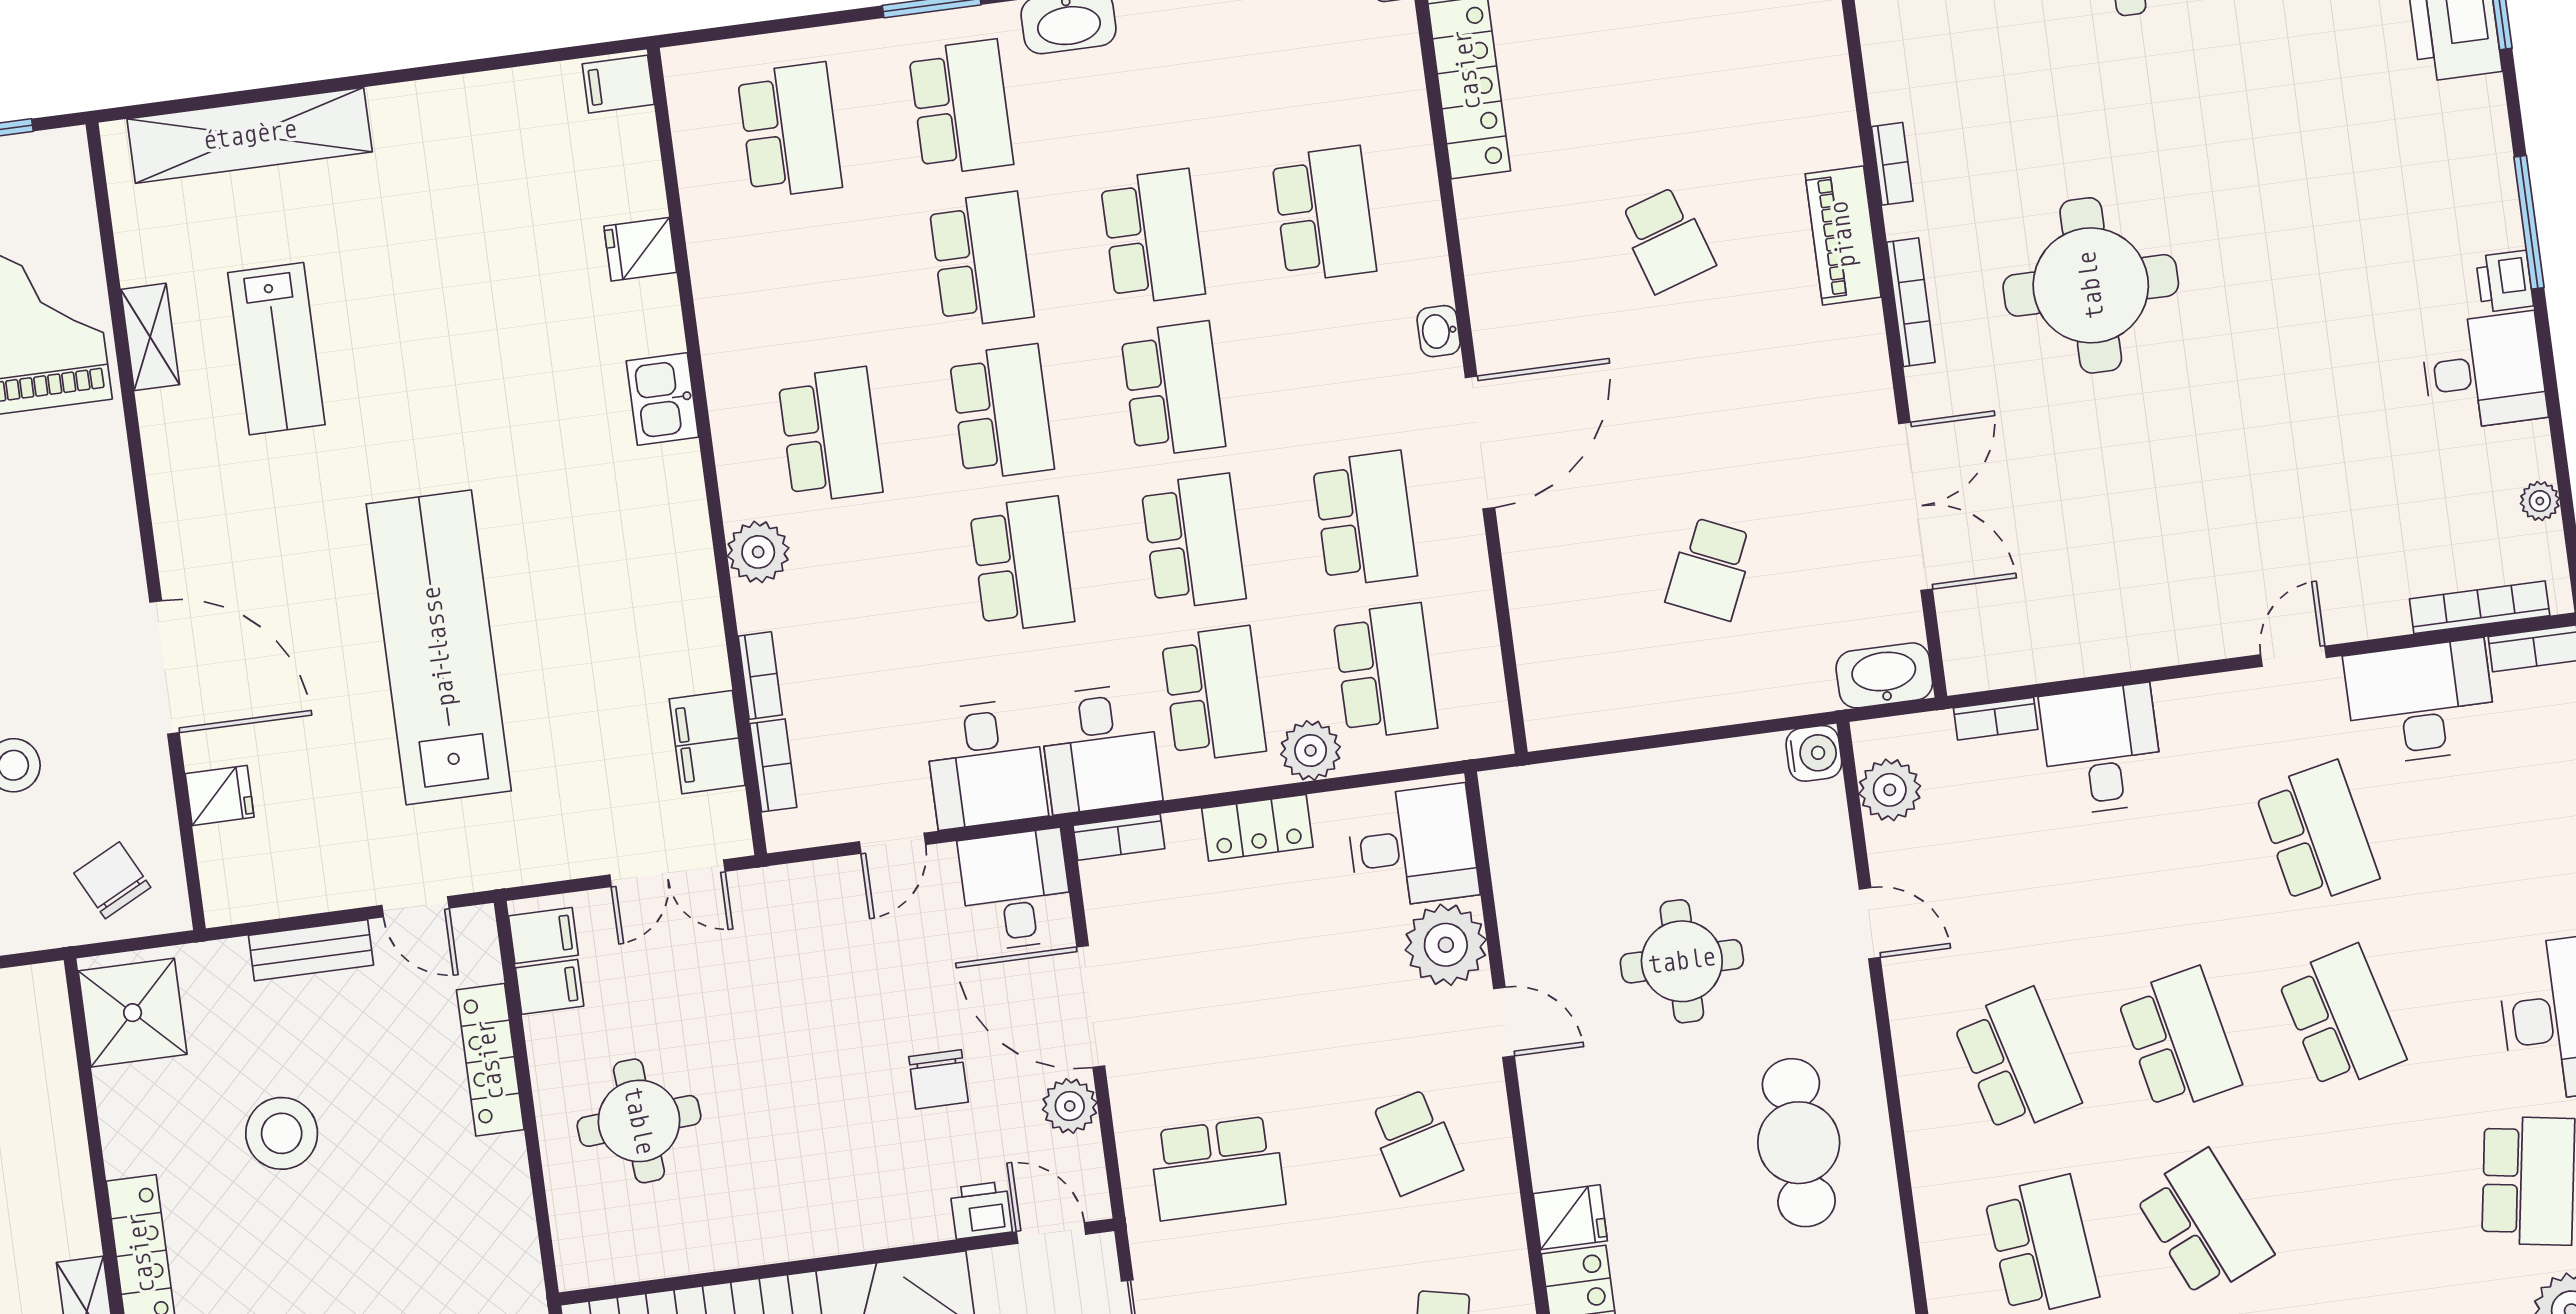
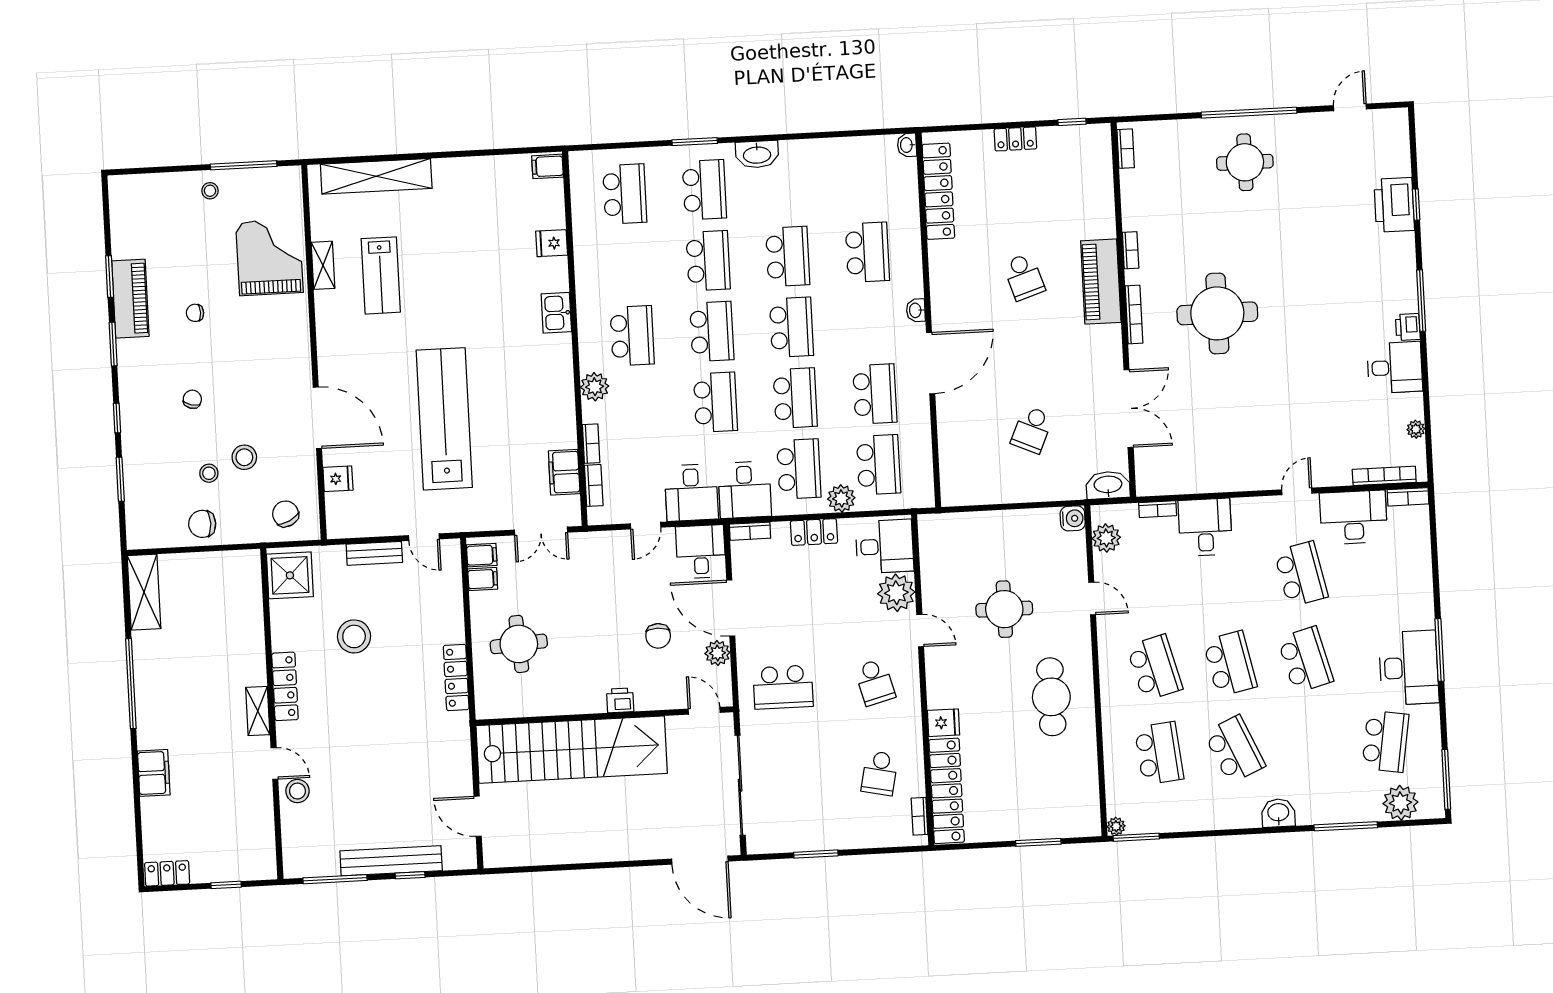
piano: (1843, 235) -> (1101, 282), width x1.37, depth x1.33
locker: (490, 1060) -> (456, 677), moved
printer: (981, 1210) -> (620, 700), moved

